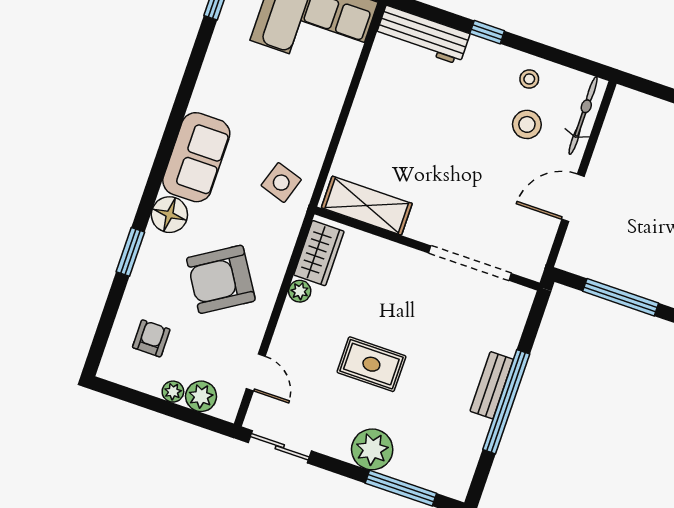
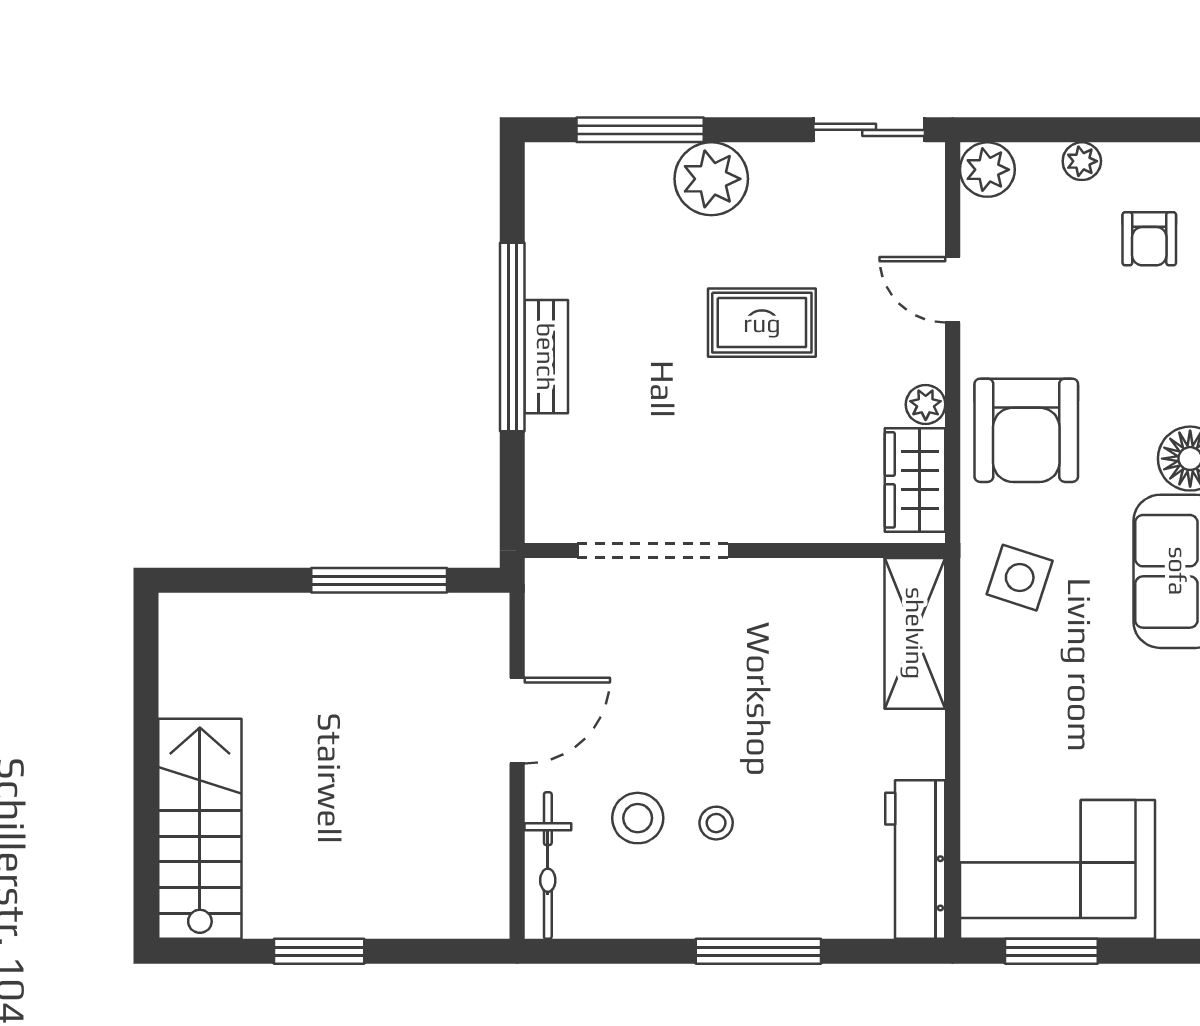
window: (487, 32) -> (758, 951), width x2.17
workbench: (423, 35) -> (915, 859), moved, turned -90
stool: (529, 79) -> (716, 823), moved
shelving: (367, 206) -> (915, 633), moved, turned 90
armchair: (221, 279) -> (1026, 430), moved, turned 122
door: (256, 372) -> (953, 290), moved
plant: (201, 396) -> (987, 170), moved

